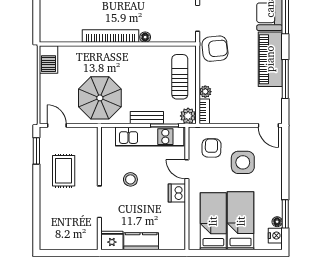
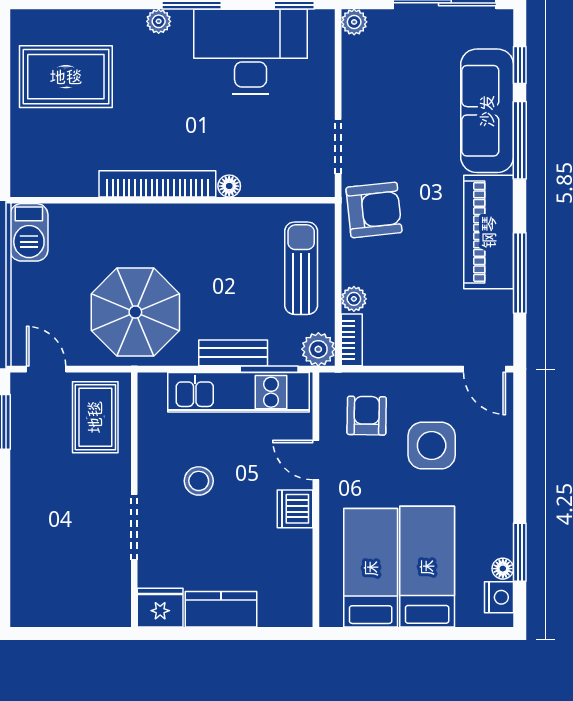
rug: (64, 171) -> (95, 417), moved

